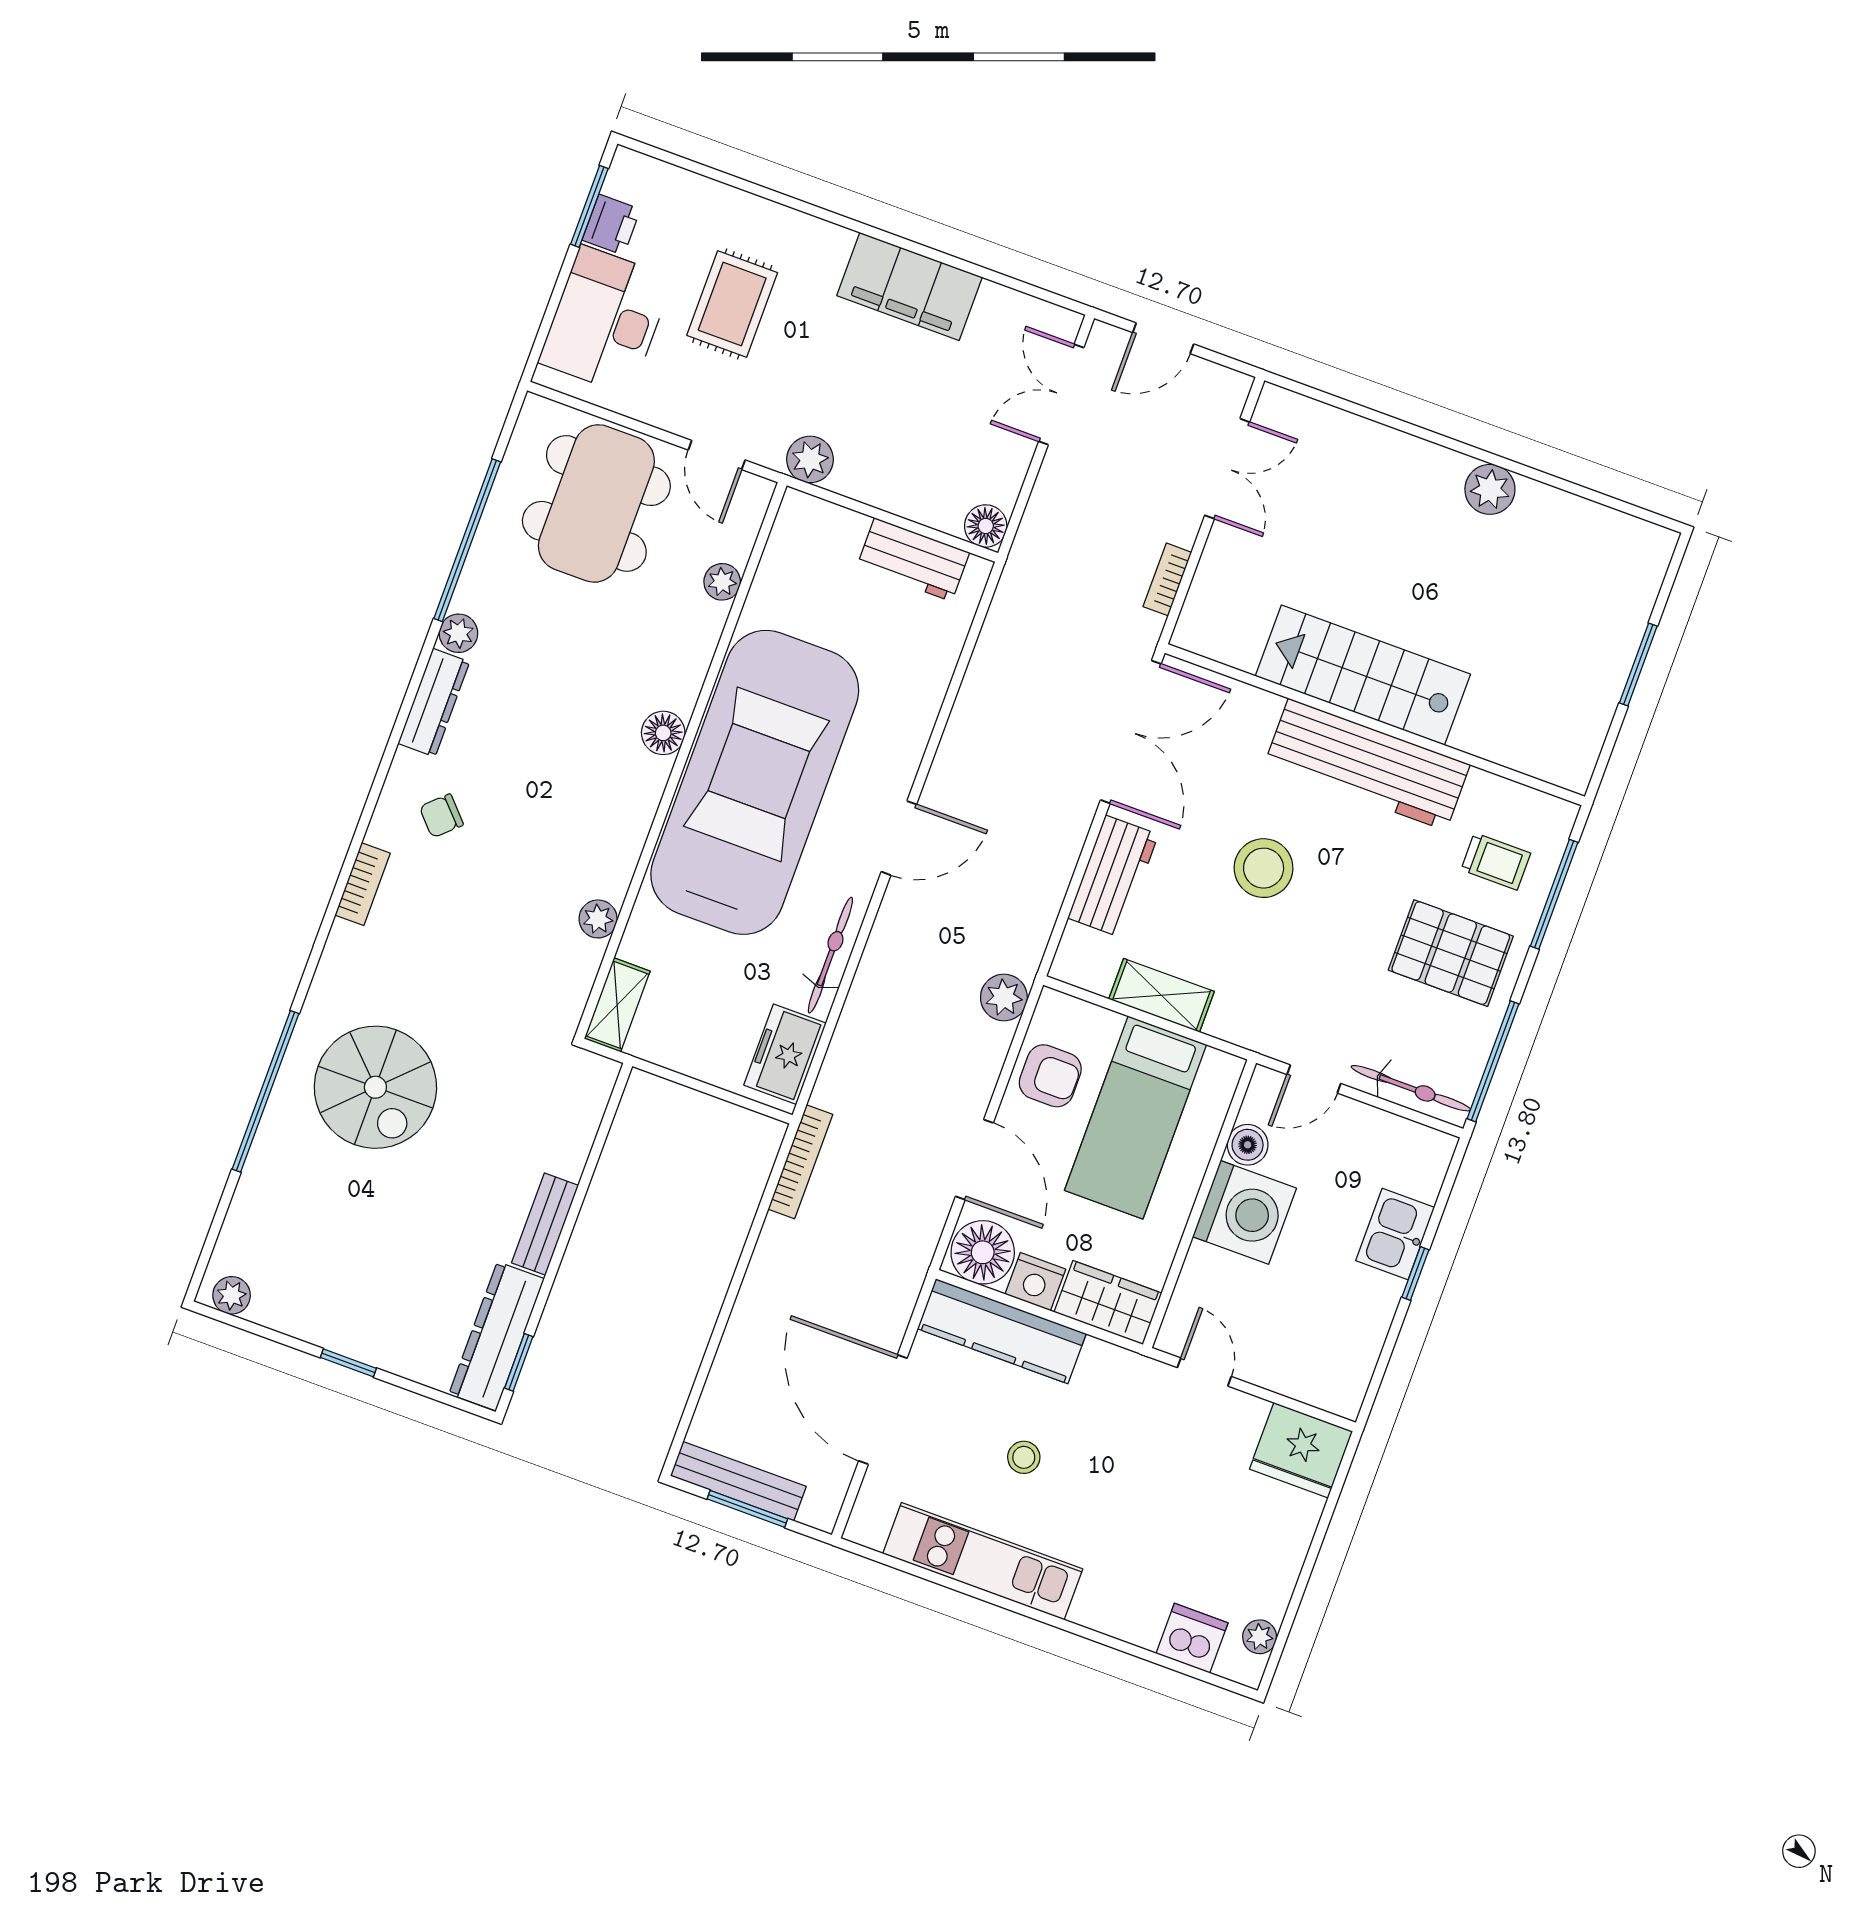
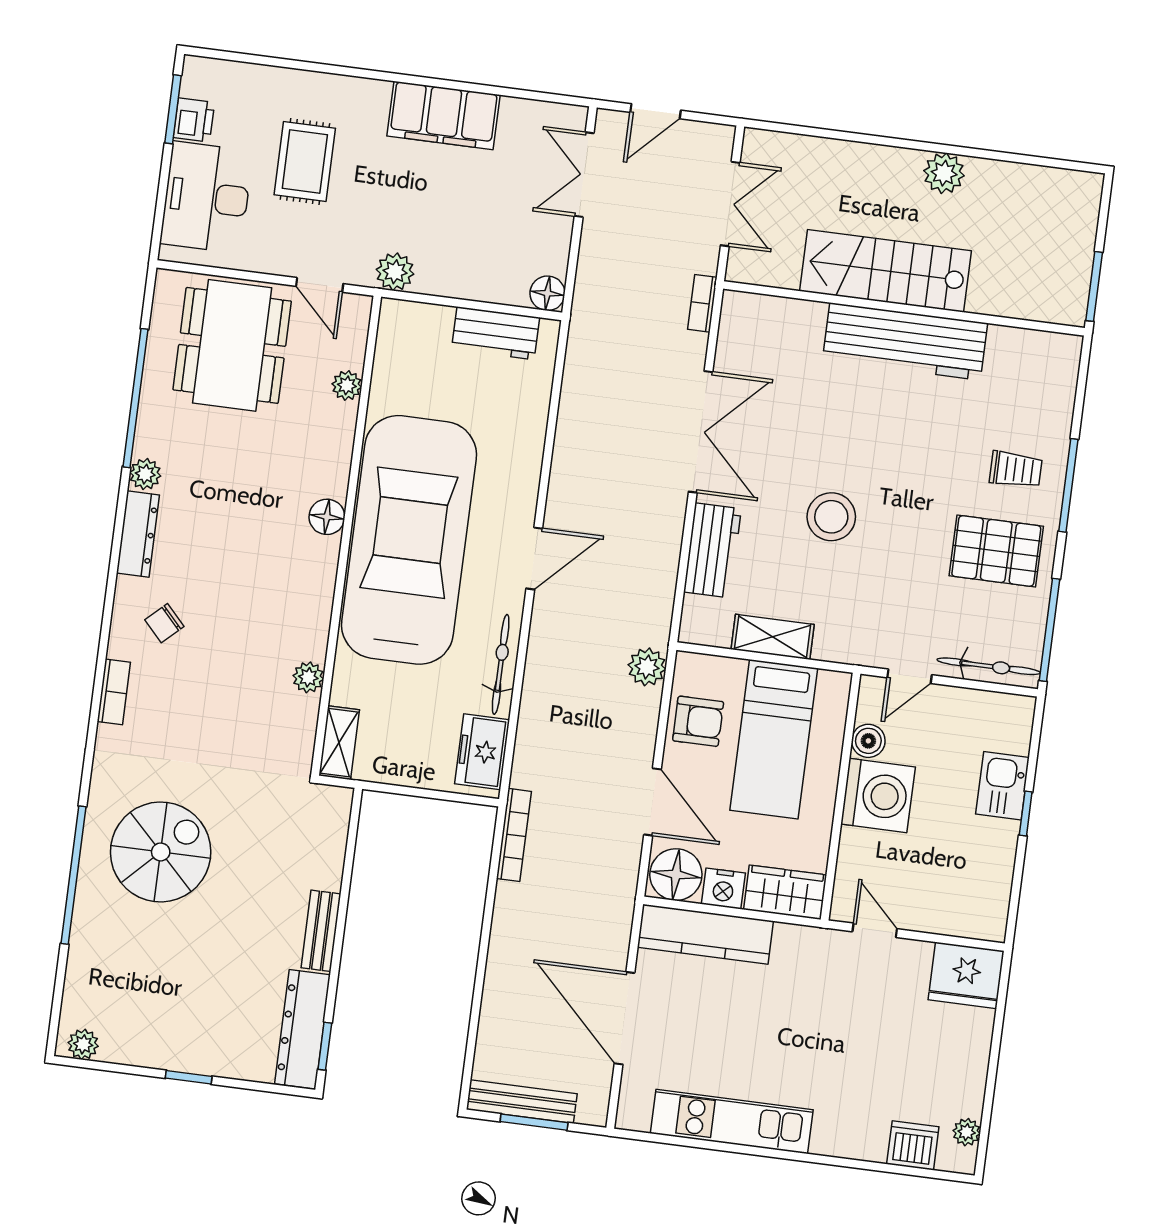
stairs: (1363, 675) -> (885, 271), moved
wall: (1375, 725) -> (904, 308), moved
workbench: (1367, 764) -> (905, 341), moved
spiral stairs: (375, 1087) -> (161, 852), turned -90
stool: (1024, 1457) -> (746, 1031), removed

